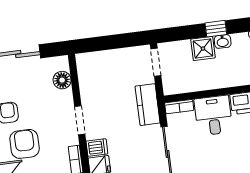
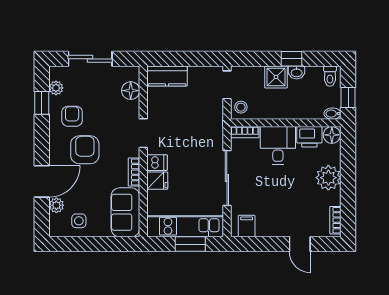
stool: (172, 83) -> (241, 107), added
kitchen counter: (148, 105) -> (167, 76), moved, turned -90

